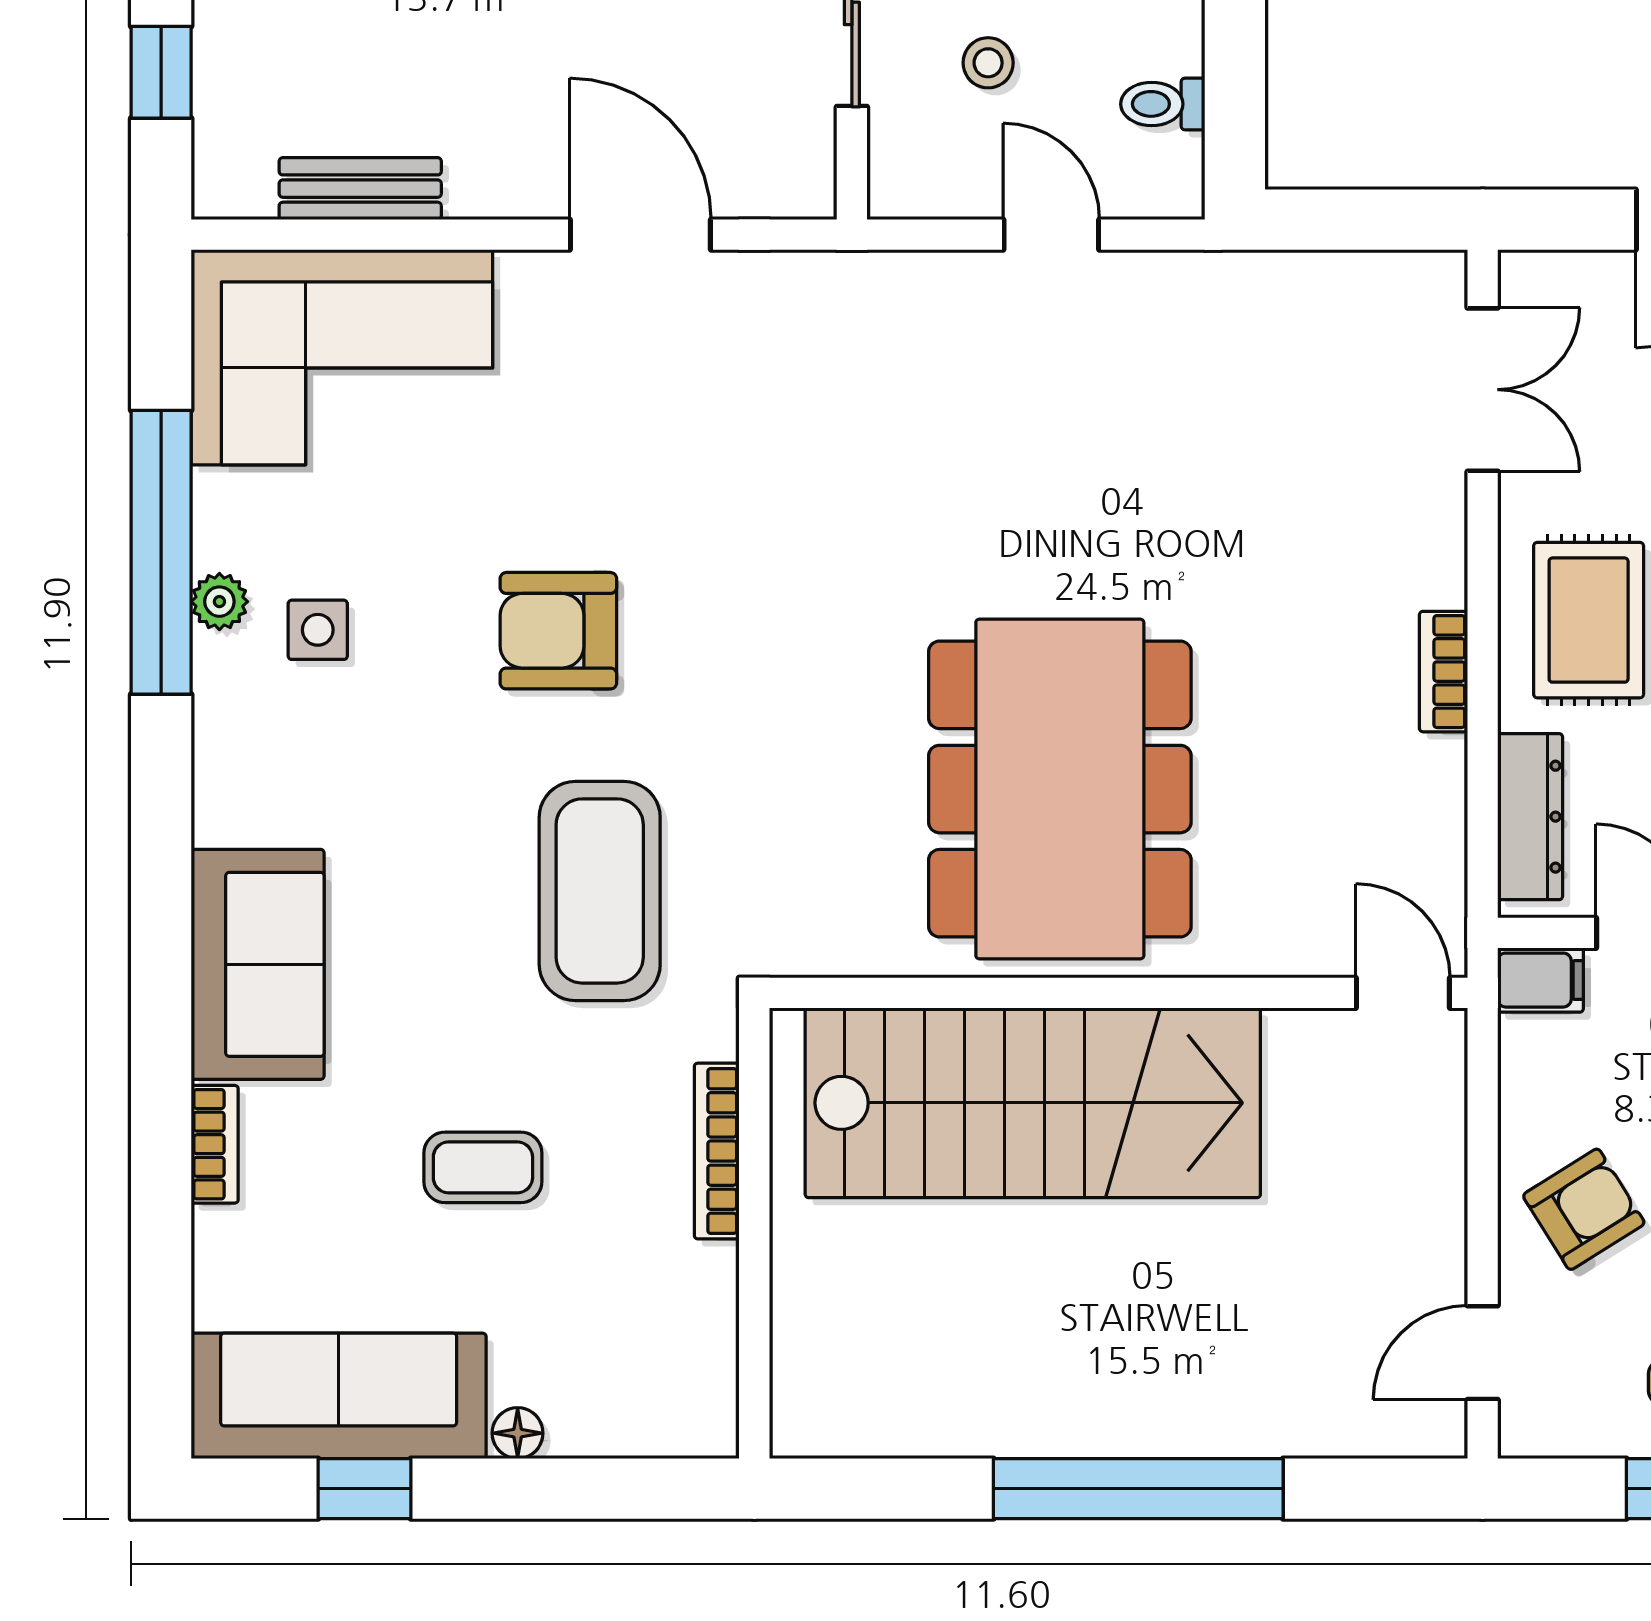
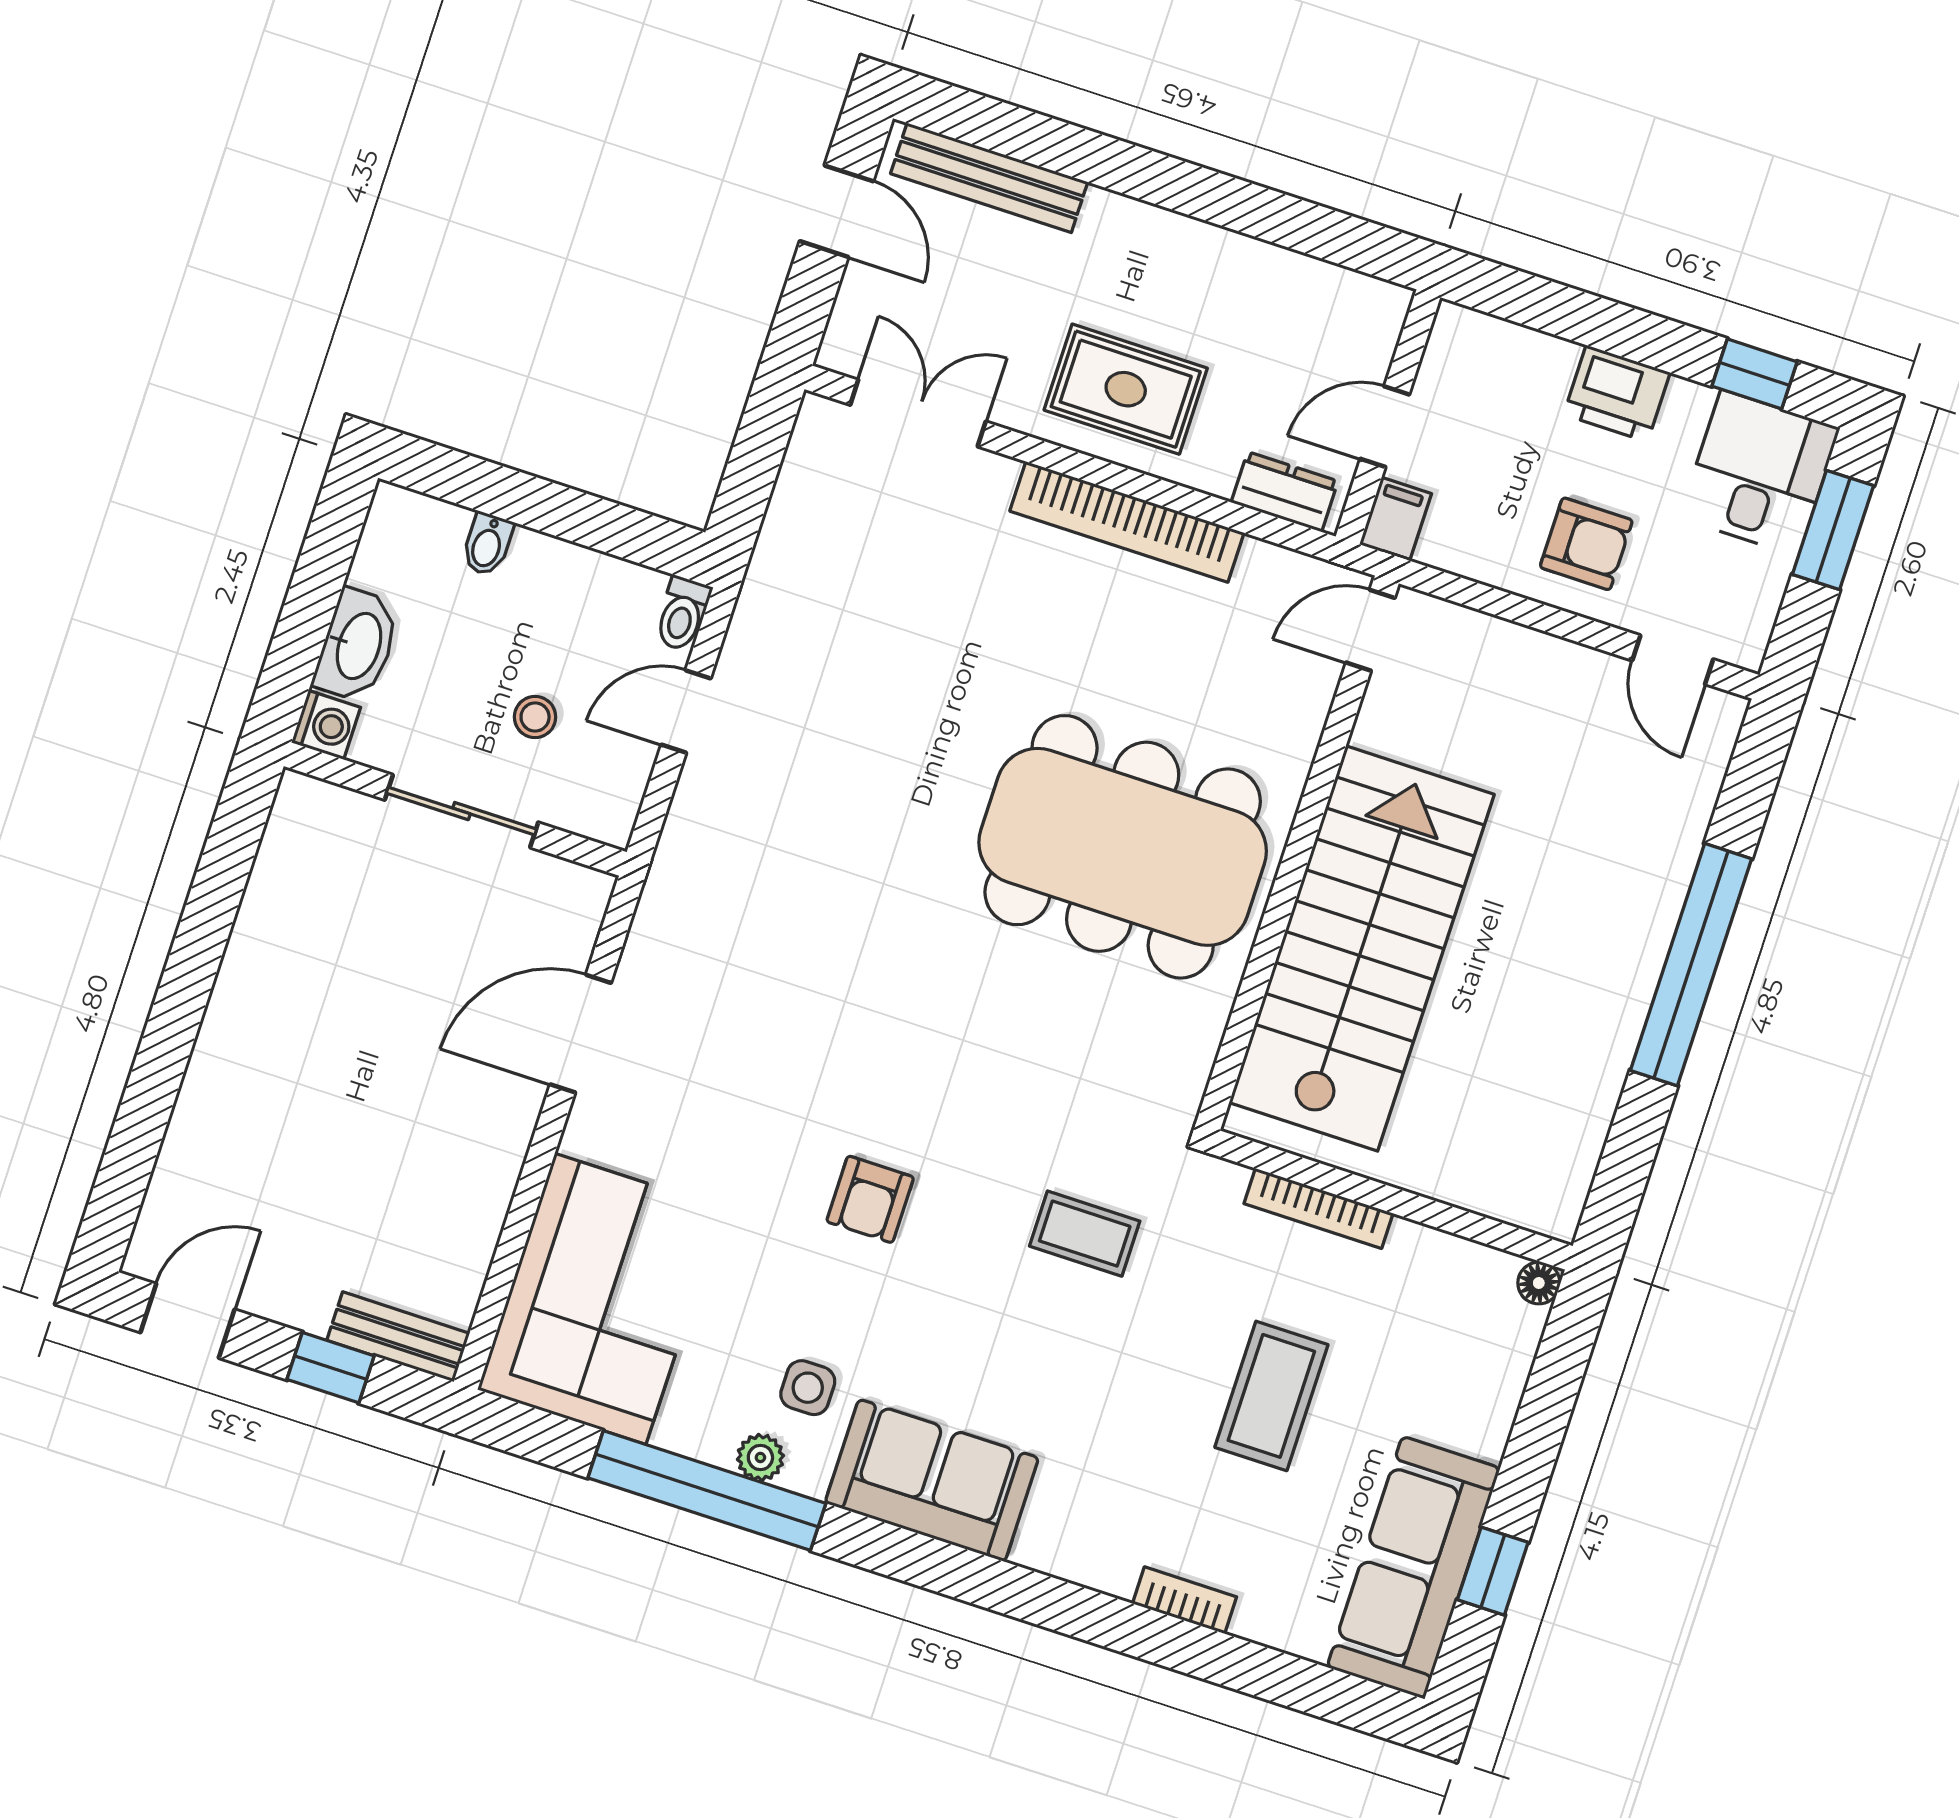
toilet: (1163, 104) -> (682, 614), moved
bench: (360, 189) -> (398, 1337), moved, turned 90
armchair: (558, 631) -> (870, 1199), width x0.72, depth x0.72
bookcase: (1444, 672) -> (1127, 522), width x2.31, depth x1.31
dresser: (1530, 817) -> (1285, 492), width x0.70
coffee table: (600, 891) -> (1085, 1234), width x0.54, depth x0.58
sofa: (258, 964) -> (932, 1480), moved
coffee table: (483, 1167) -> (1271, 1396), width x1.36, depth x1.30
armchair: (1584, 1209) -> (1586, 544), turned 122
floor lamp: (518, 1433) -> (1539, 1283), moved

